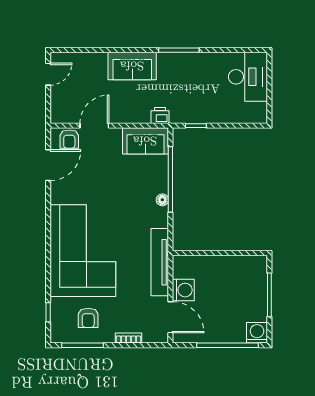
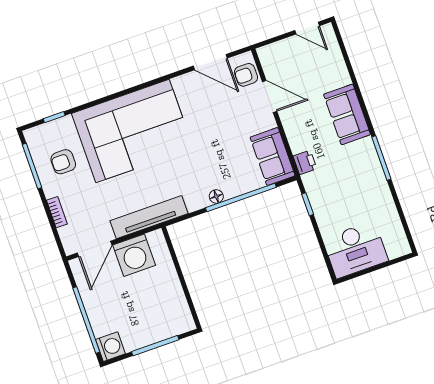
desk: (248, 77) -> (355, 250), moved
washing machine: (183, 290) -> (134, 255), width x1.37, depth x1.37

